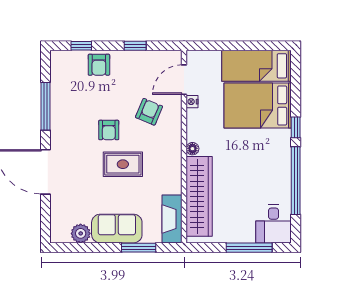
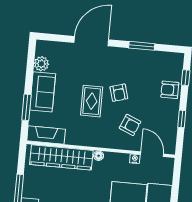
window: (46, 106) -> (142, 46), width x0.69
armchair: (109, 130) -> (119, 93), turned -106

